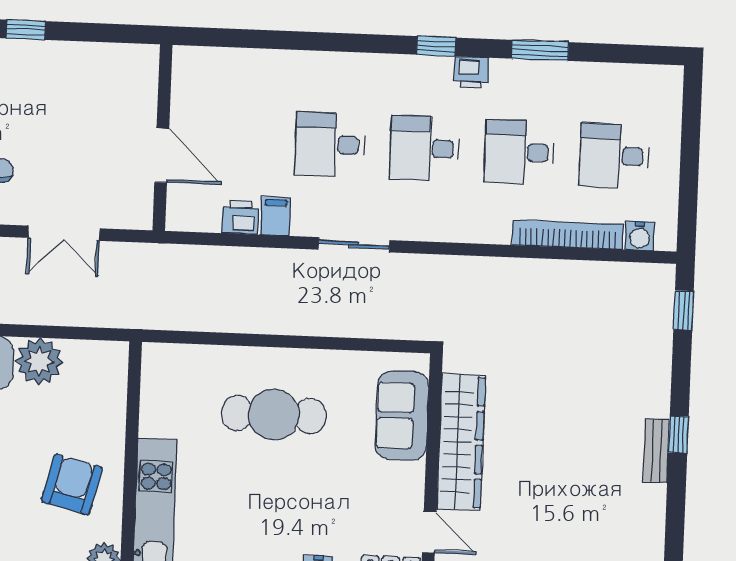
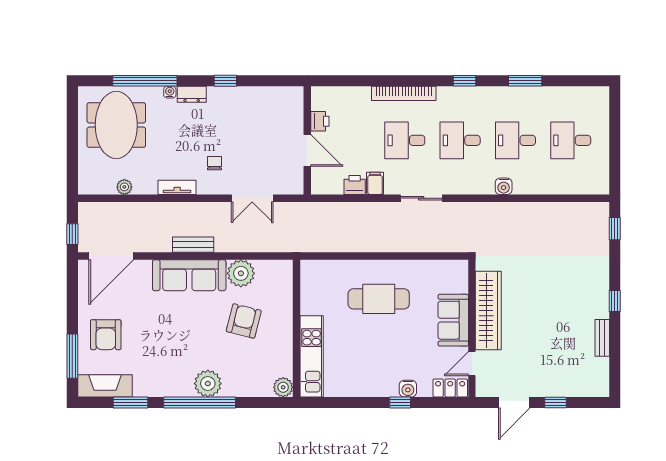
printer: (471, 72) -> (320, 121), moved, turned -90
bookcase: (568, 235) -> (404, 93), moved, turned 180
water cooler: (640, 236) -> (504, 186), moved
sofa: (402, 416) -> (453, 320), moved
bench: (656, 451) -> (602, 338), moved
armchair: (72, 484) -> (244, 321), moved
door: (429, 532) -> (472, 364), swing flipped

